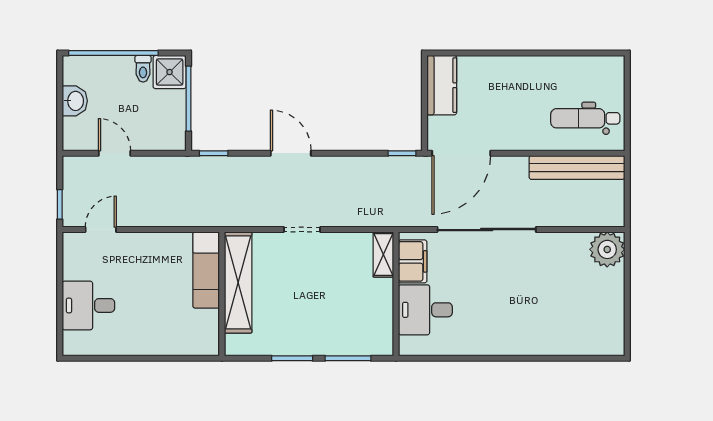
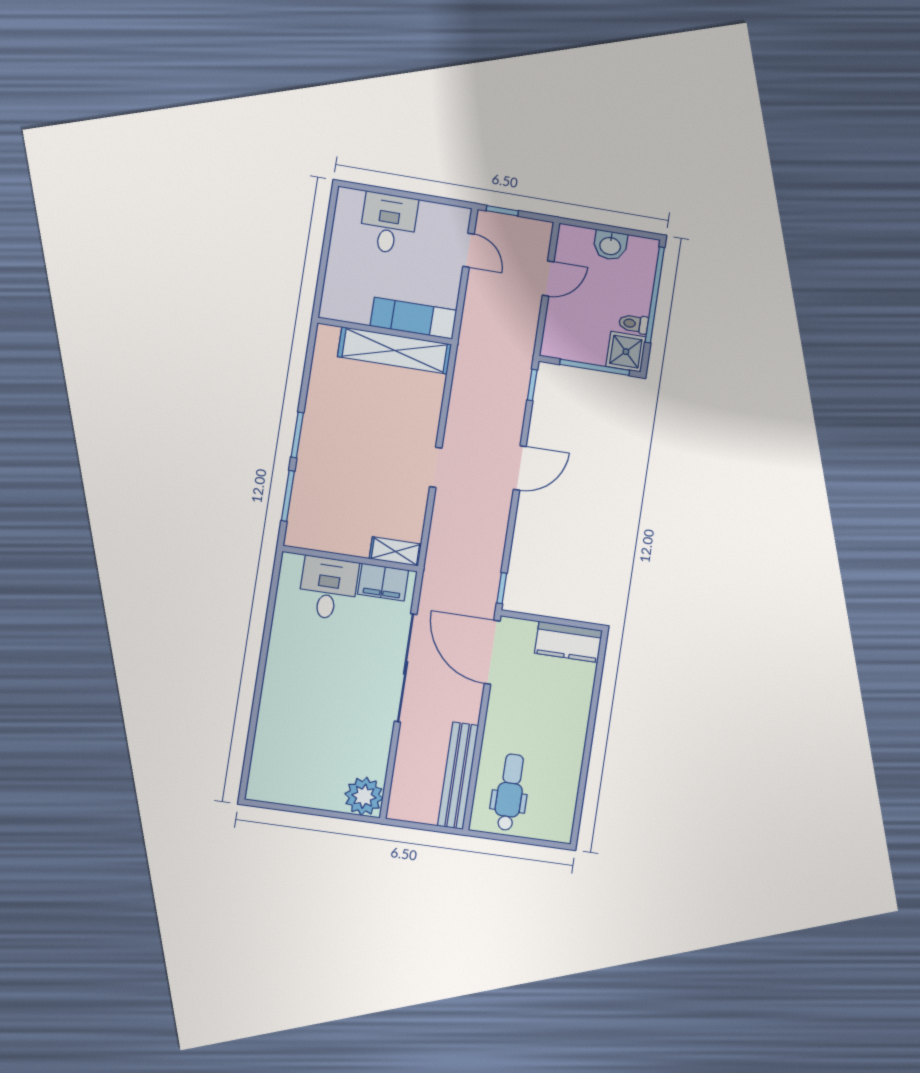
exam couch: (206, 270) -> (413, 318), moved
shelving: (238, 282) -> (395, 350), moved
wall: (222, 294) -> (385, 331), moved

